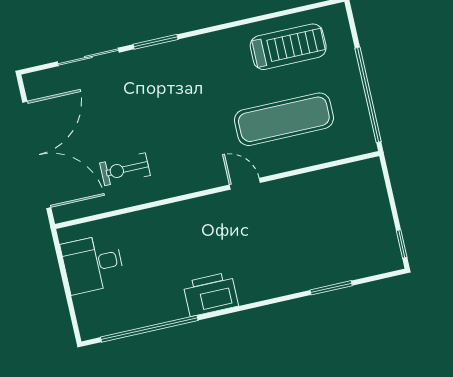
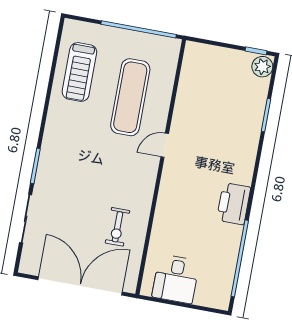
treadmill: (288, 47) -> (79, 72), turned 180
plant: (386, 259) -> (262, 67), added

